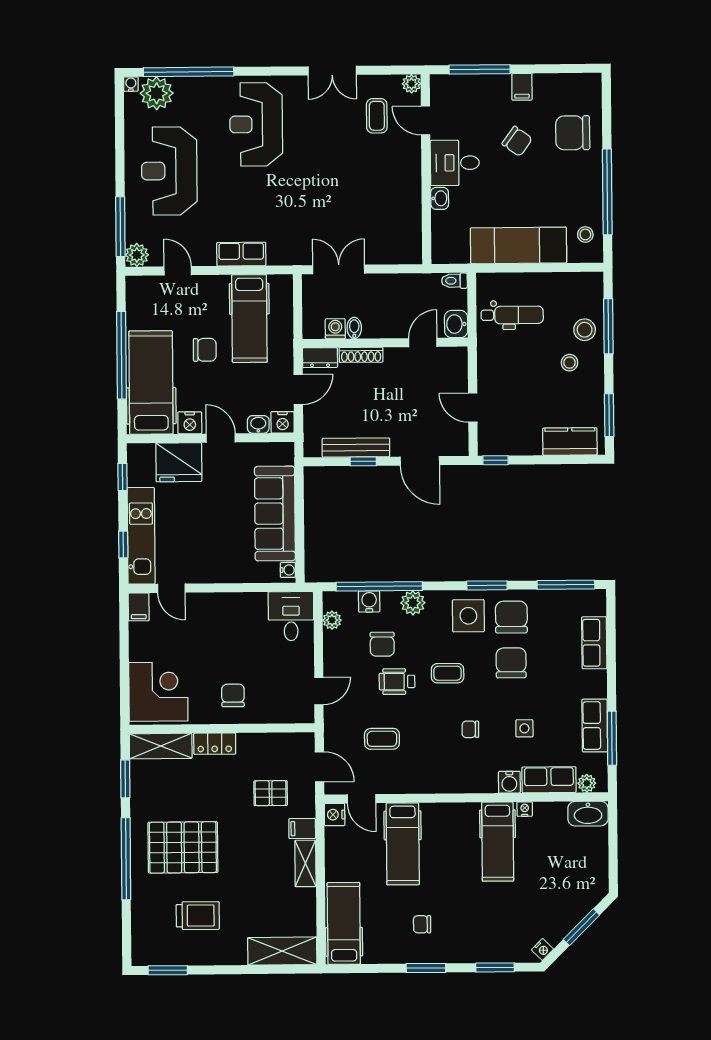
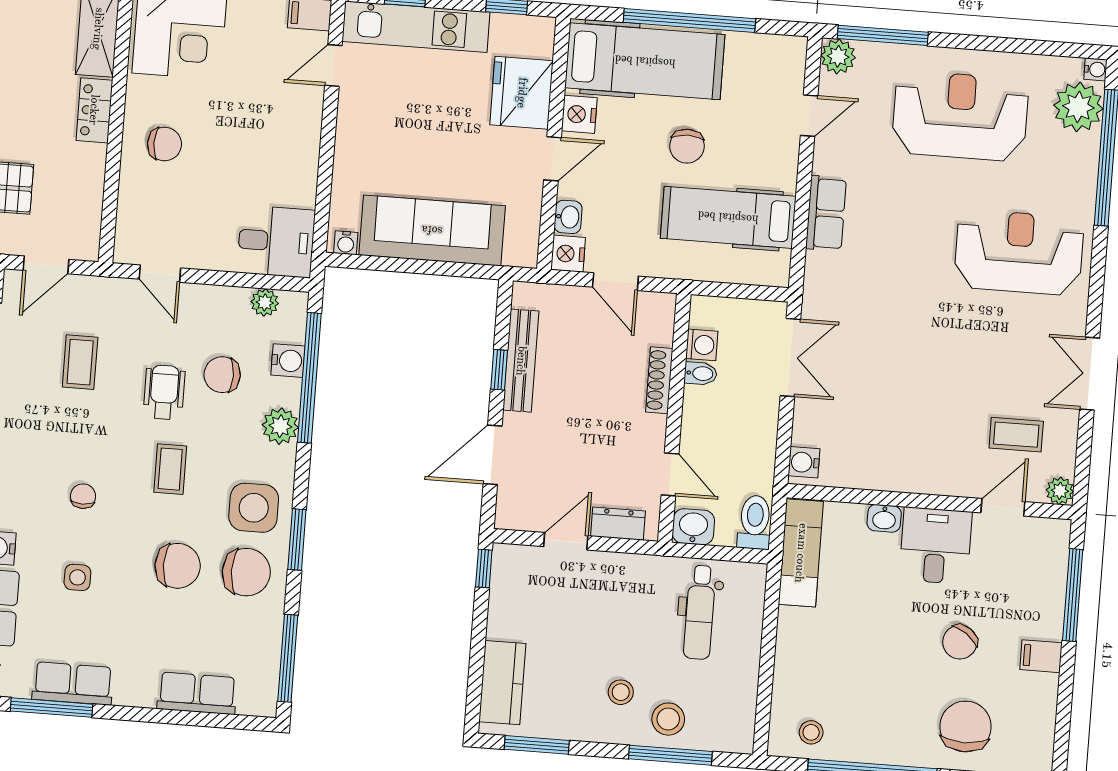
exam couch: (518, 245) -> (801, 553), moved, width x0.73, depth x0.69
water cooler: (407, 255) -> (804, 462), added
toilet: (454, 281) -> (755, 522), width x1.37, depth x1.39
dresser: (320, 358) -> (618, 524), moved, turned 90

